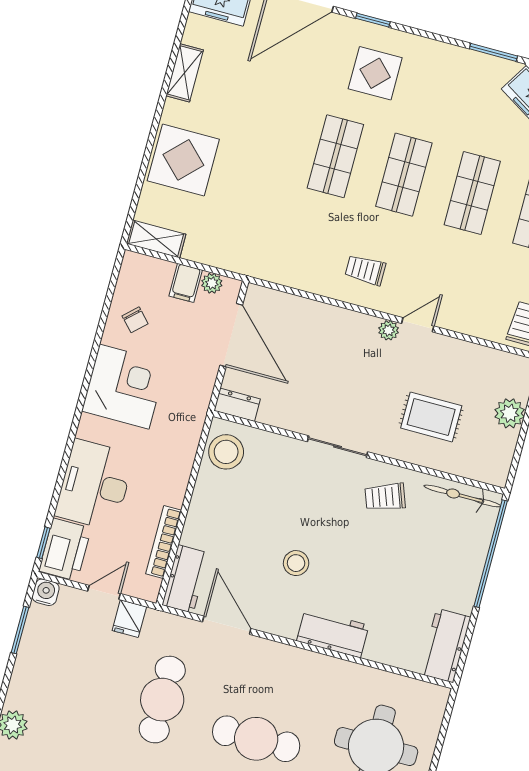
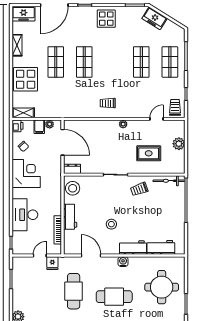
display table: (375, 73) -> (106, 19), moved
shop shelf: (404, 175) -> (56, 62), moved
door: (418, 325) -> (156, 119), moved
printer: (65, 550) -> (18, 126), moved, width x0.53, depth x0.68
workbench: (185, 579) -> (70, 217), moved
water cooler: (46, 592) -> (123, 262), moved
workbench: (445, 646) -> (161, 247), moved, turned 90

